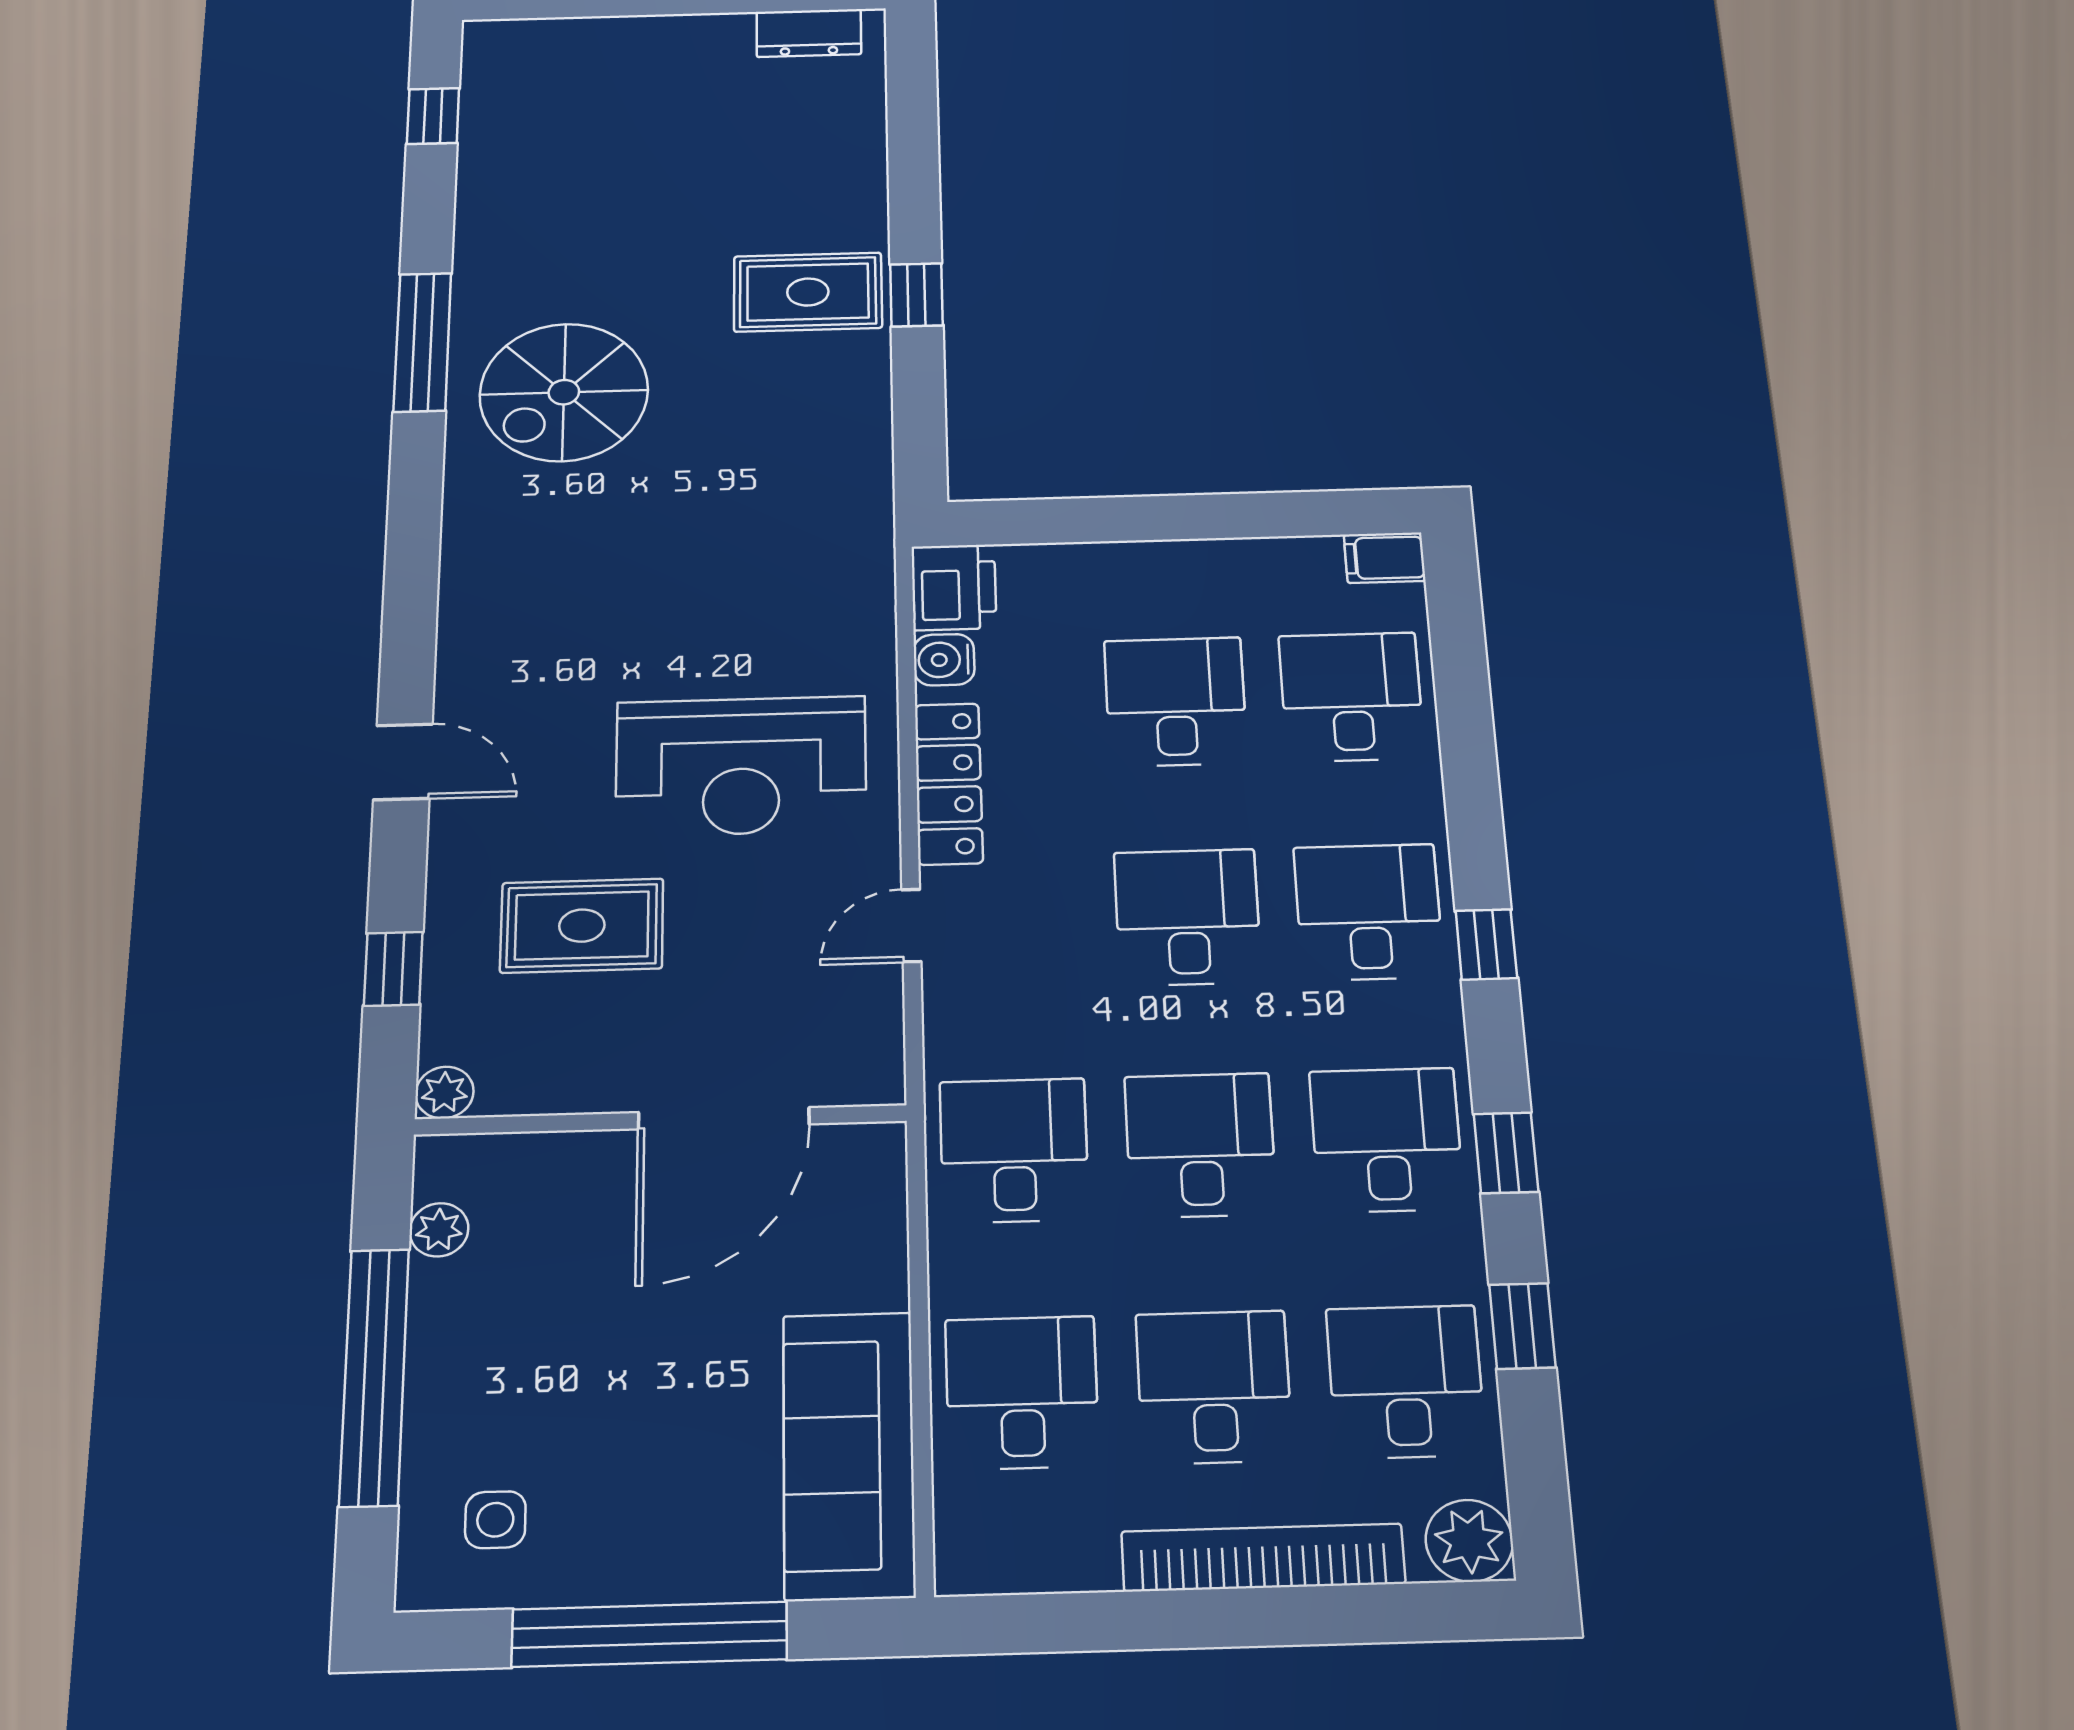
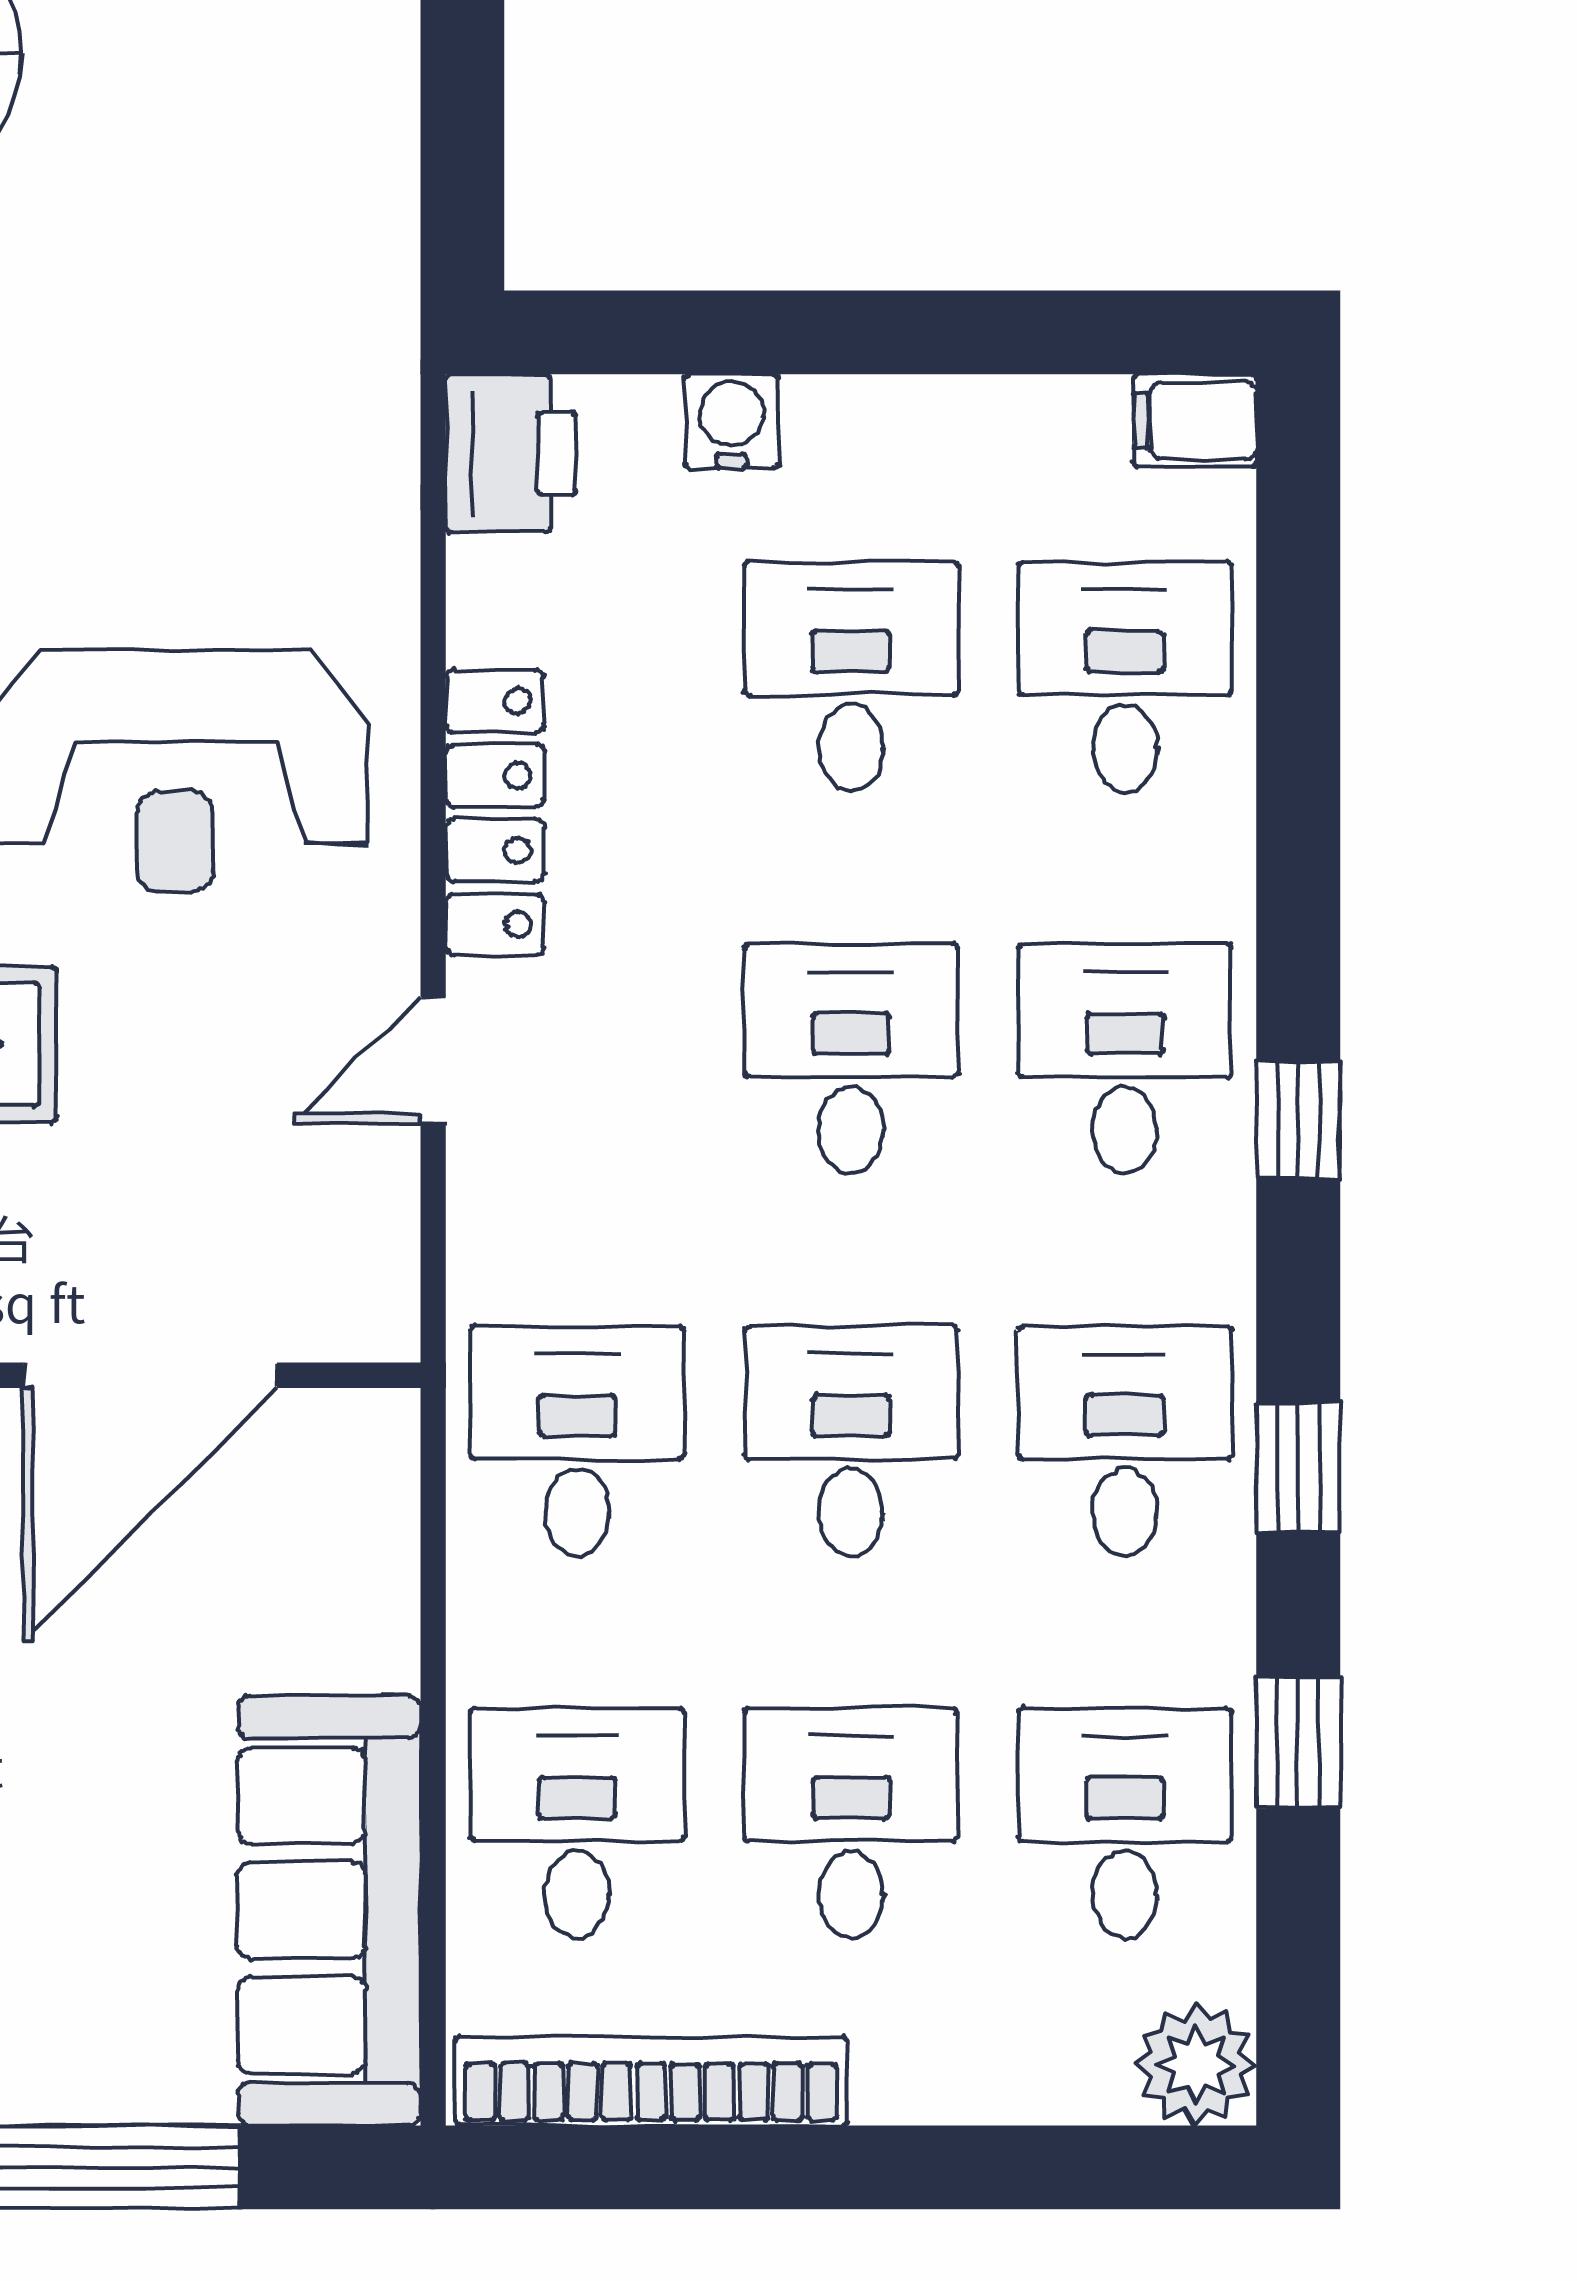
water cooler: (944, 660) -> (731, 421), moved, turned 90
bookcase: (1263, 1558) -> (651, 2081), moved

